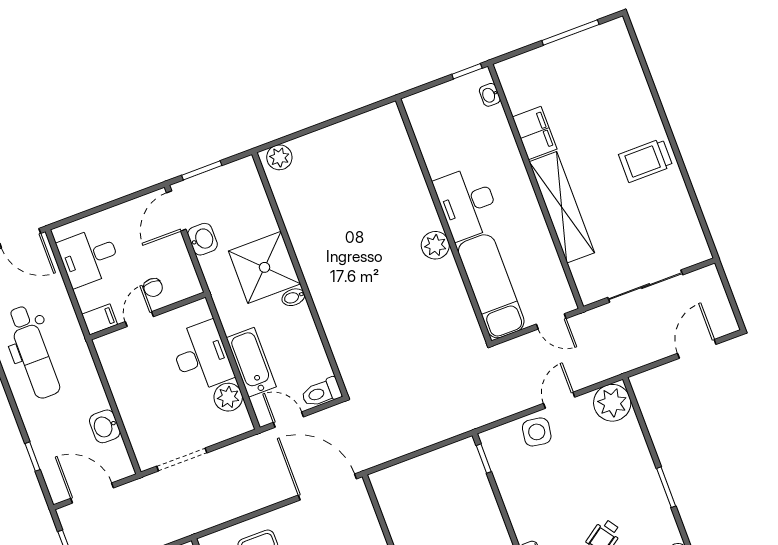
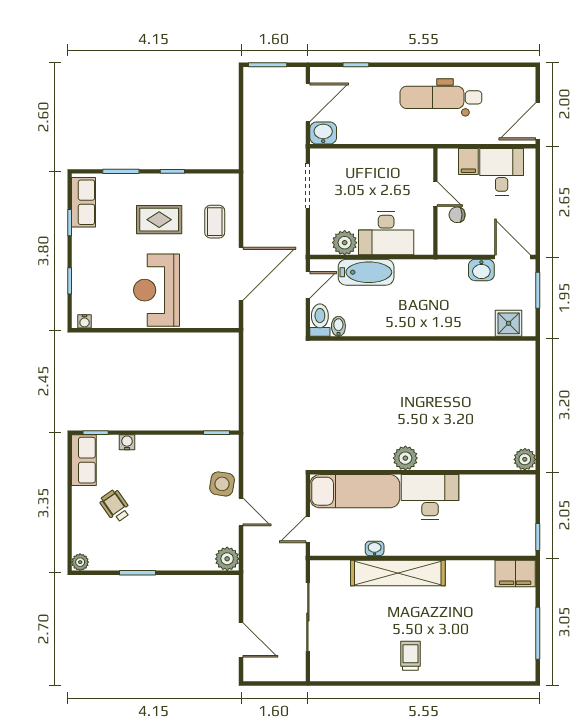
washbasin: (490, 95) -> (375, 548), moved
filing cabinet: (535, 133) -> (515, 573), moved
plant: (279, 157) -> (525, 459), moved
trolley: (646, 160) -> (410, 656), width x0.73, depth x0.72
shower: (265, 267) -> (509, 323), moved, width x0.54, depth x0.54
bidet: (293, 297) -> (338, 326), moved
filing cabinet: (100, 319) -> (468, 162), moved
plant: (612, 403) -> (227, 559), width x0.73, depth x0.73
washbasin: (105, 426) -> (323, 133), moved
door: (327, 487) -> (241, 274), moved

